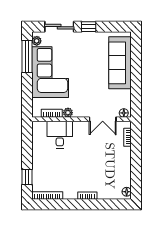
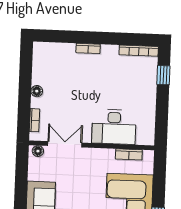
plant: (68, 113) -> (108, 154), removed
desk: (60, 135) -> (114, 127), width x1.37
floor lamp: (127, 192) -> (37, 91), moved

